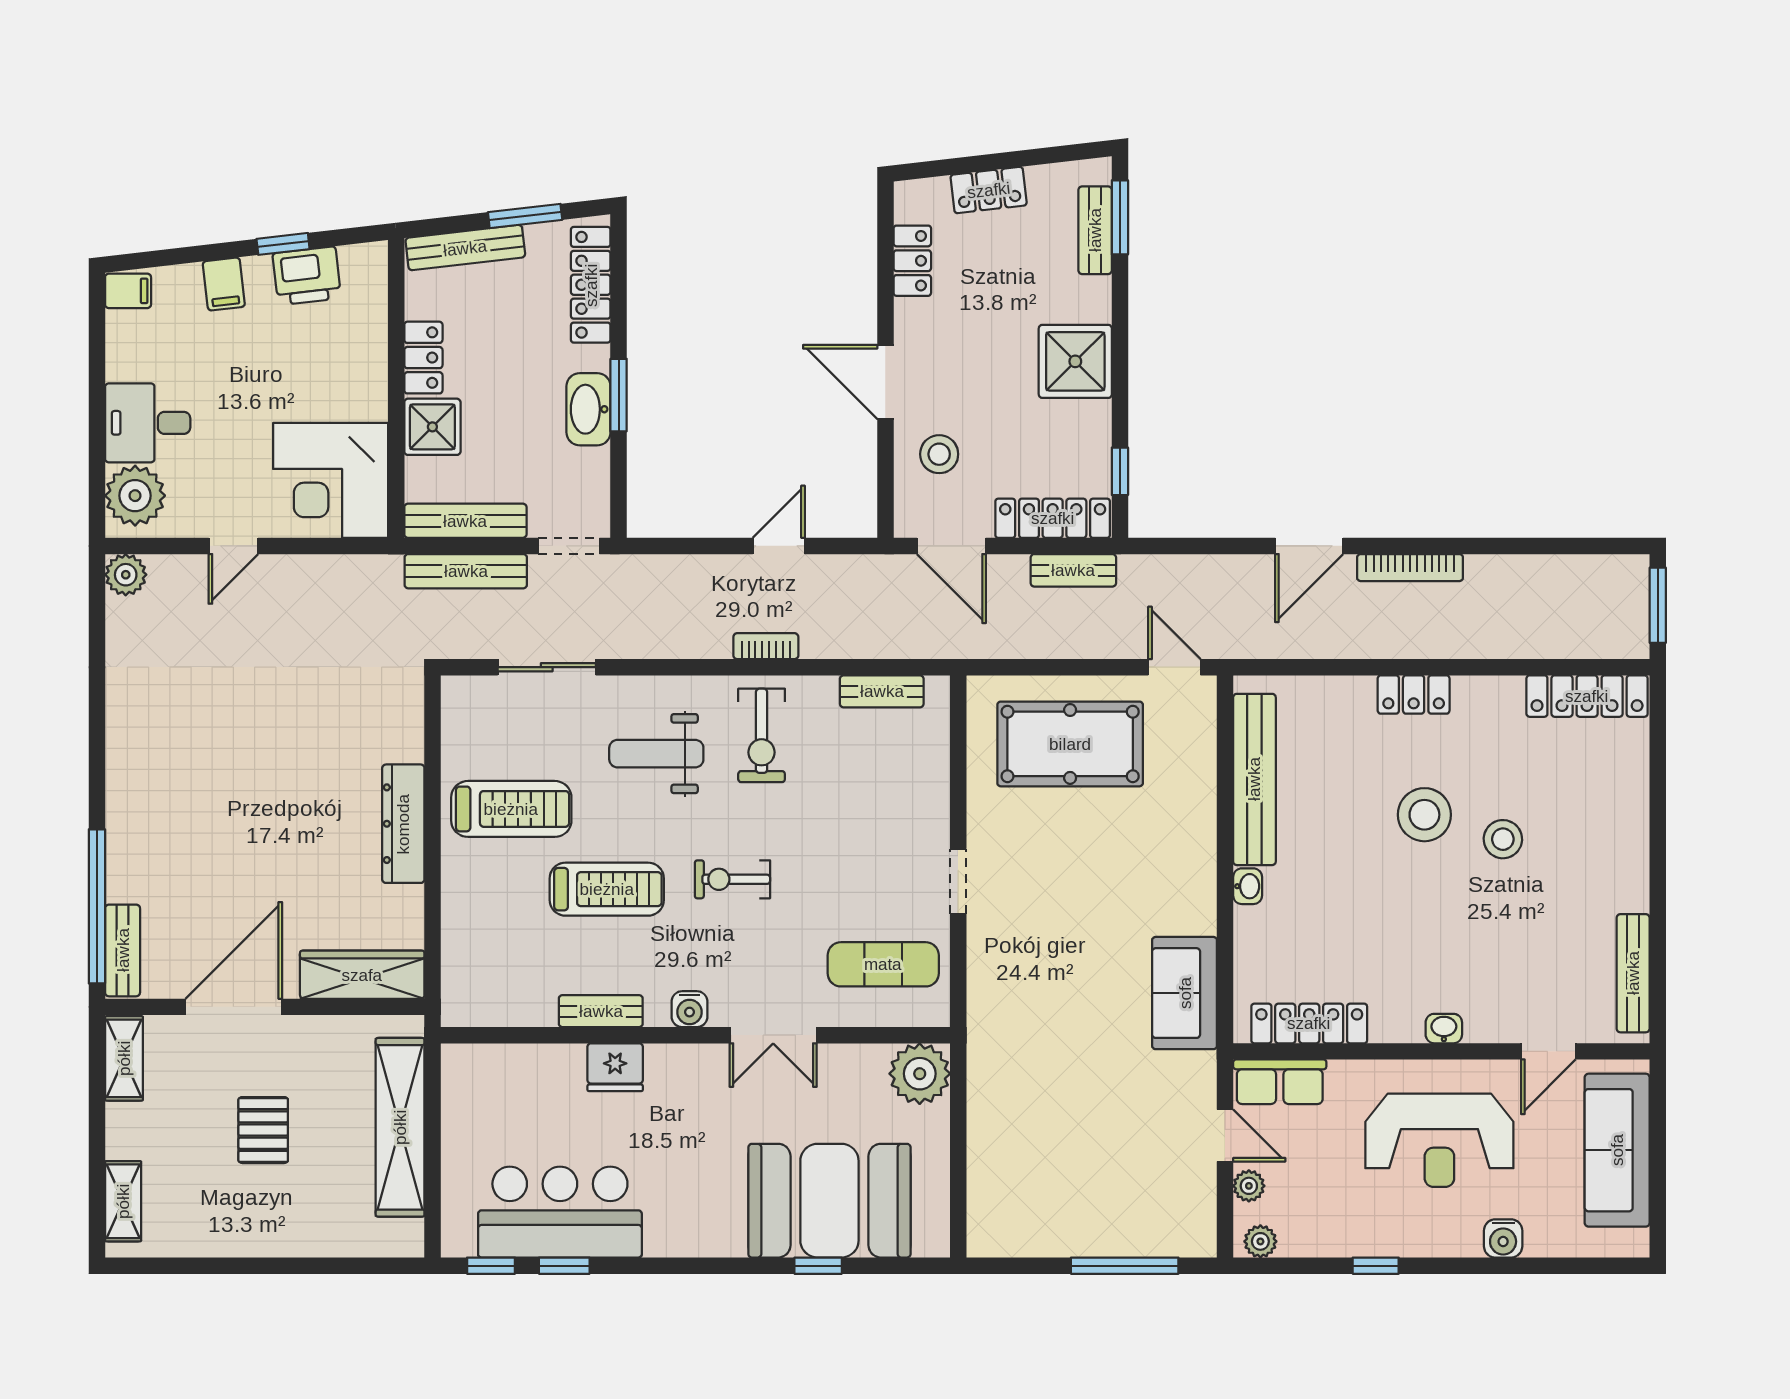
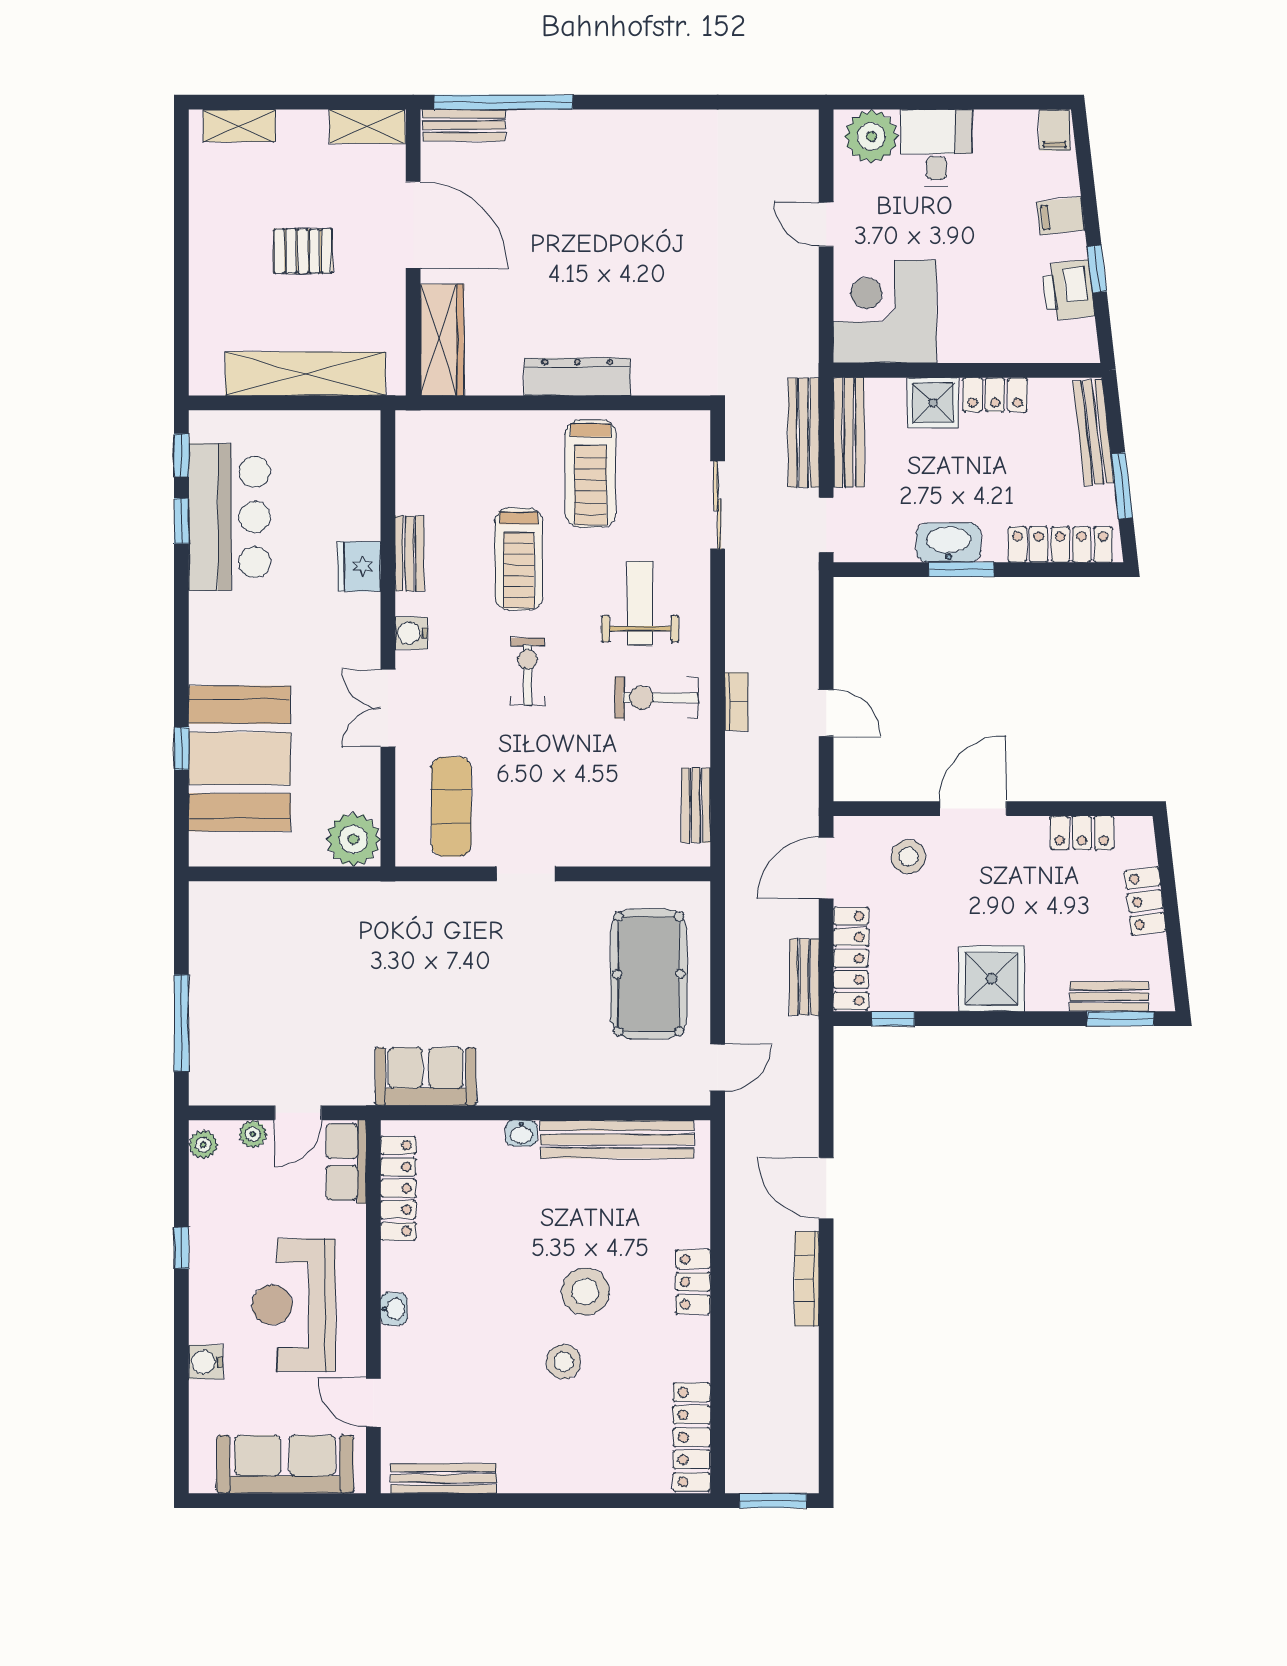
plant: (126, 575) -> (800, 128), removed

